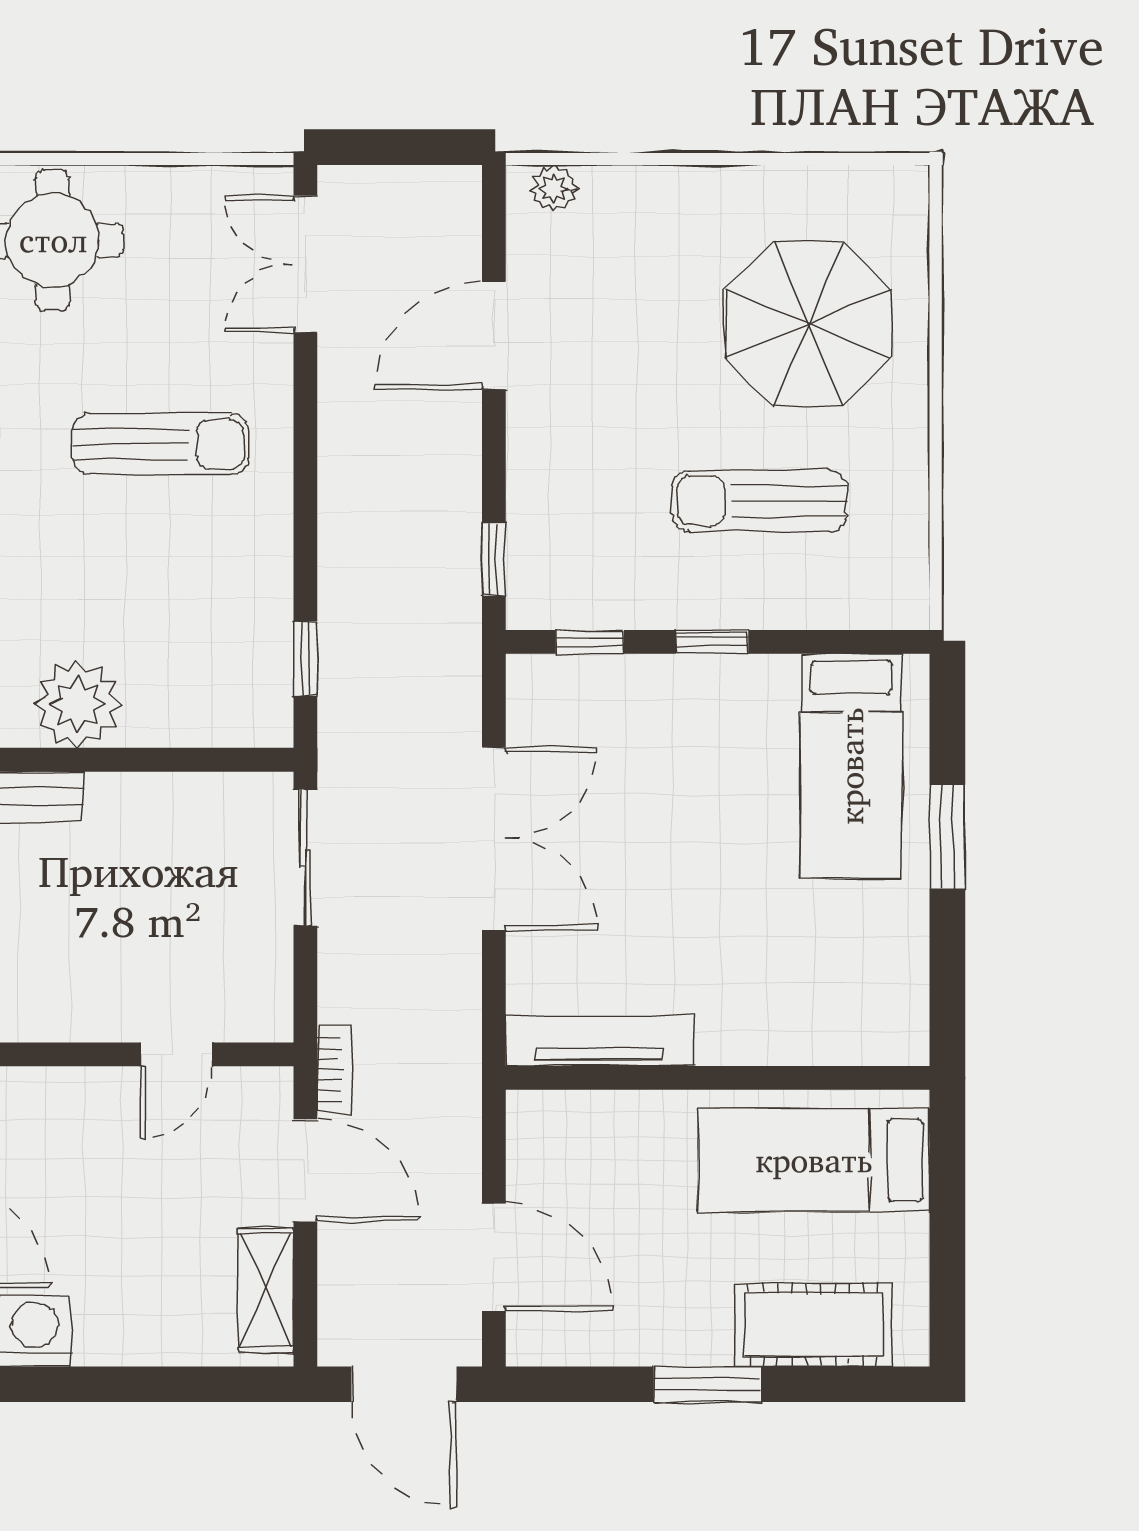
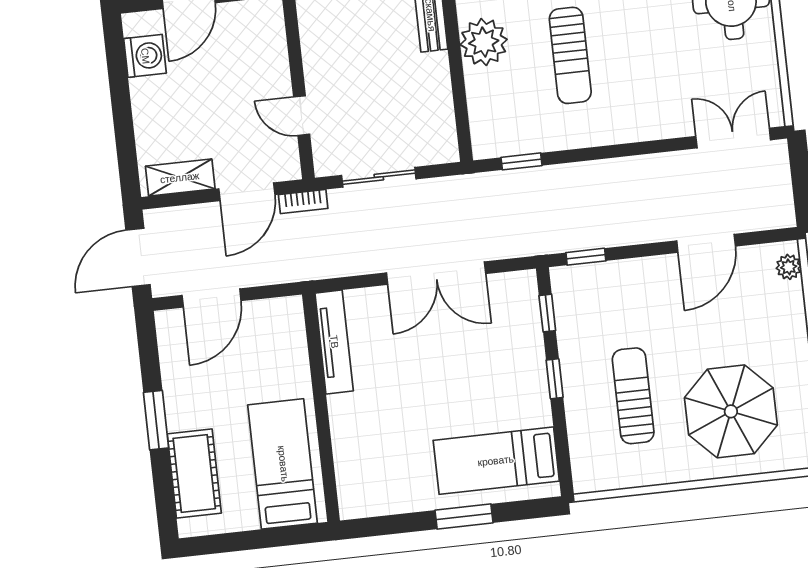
door: (494, 335) -> (706, 243), swing flipped
sun lounger: (161, 444) -> (570, 55), moved
sliding door: (305, 858) -> (379, 177), moved

